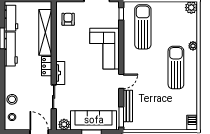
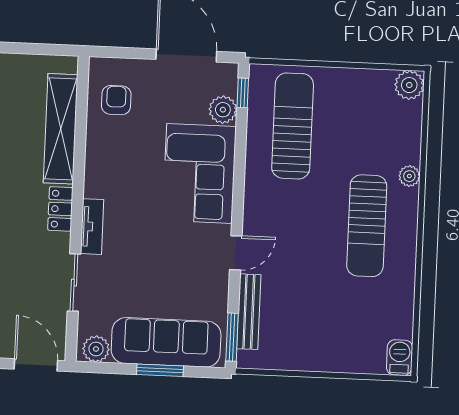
plant: (113, 21) -> (223, 110), added
sun lounger: (176, 68) -> (367, 226), turned 180

